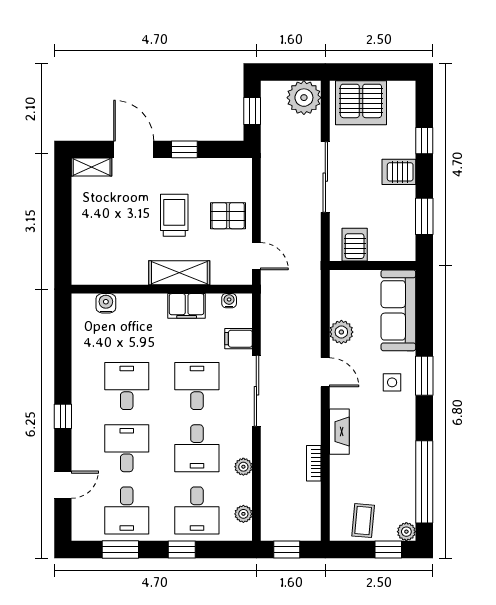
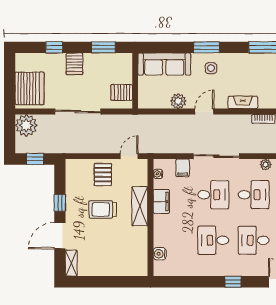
desk: (197, 386) -> (213, 195), turned 180

